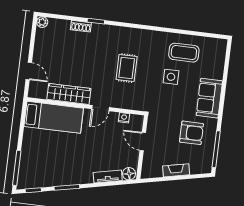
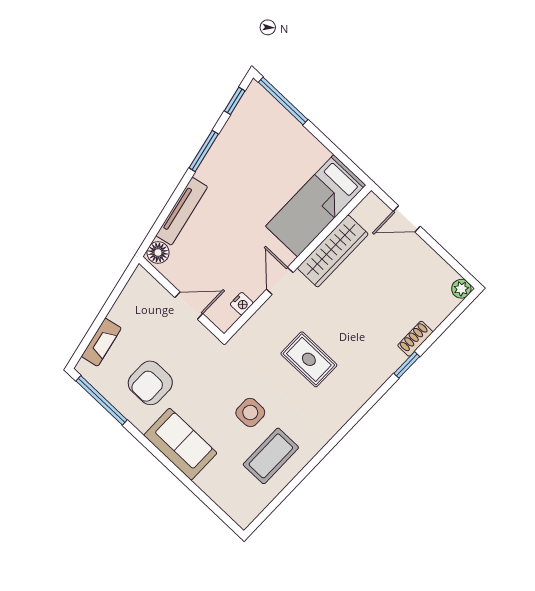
fireplace: (176, 170) -> (101, 342), moved
tv unit: (108, 176) -> (182, 211), width x1.41

